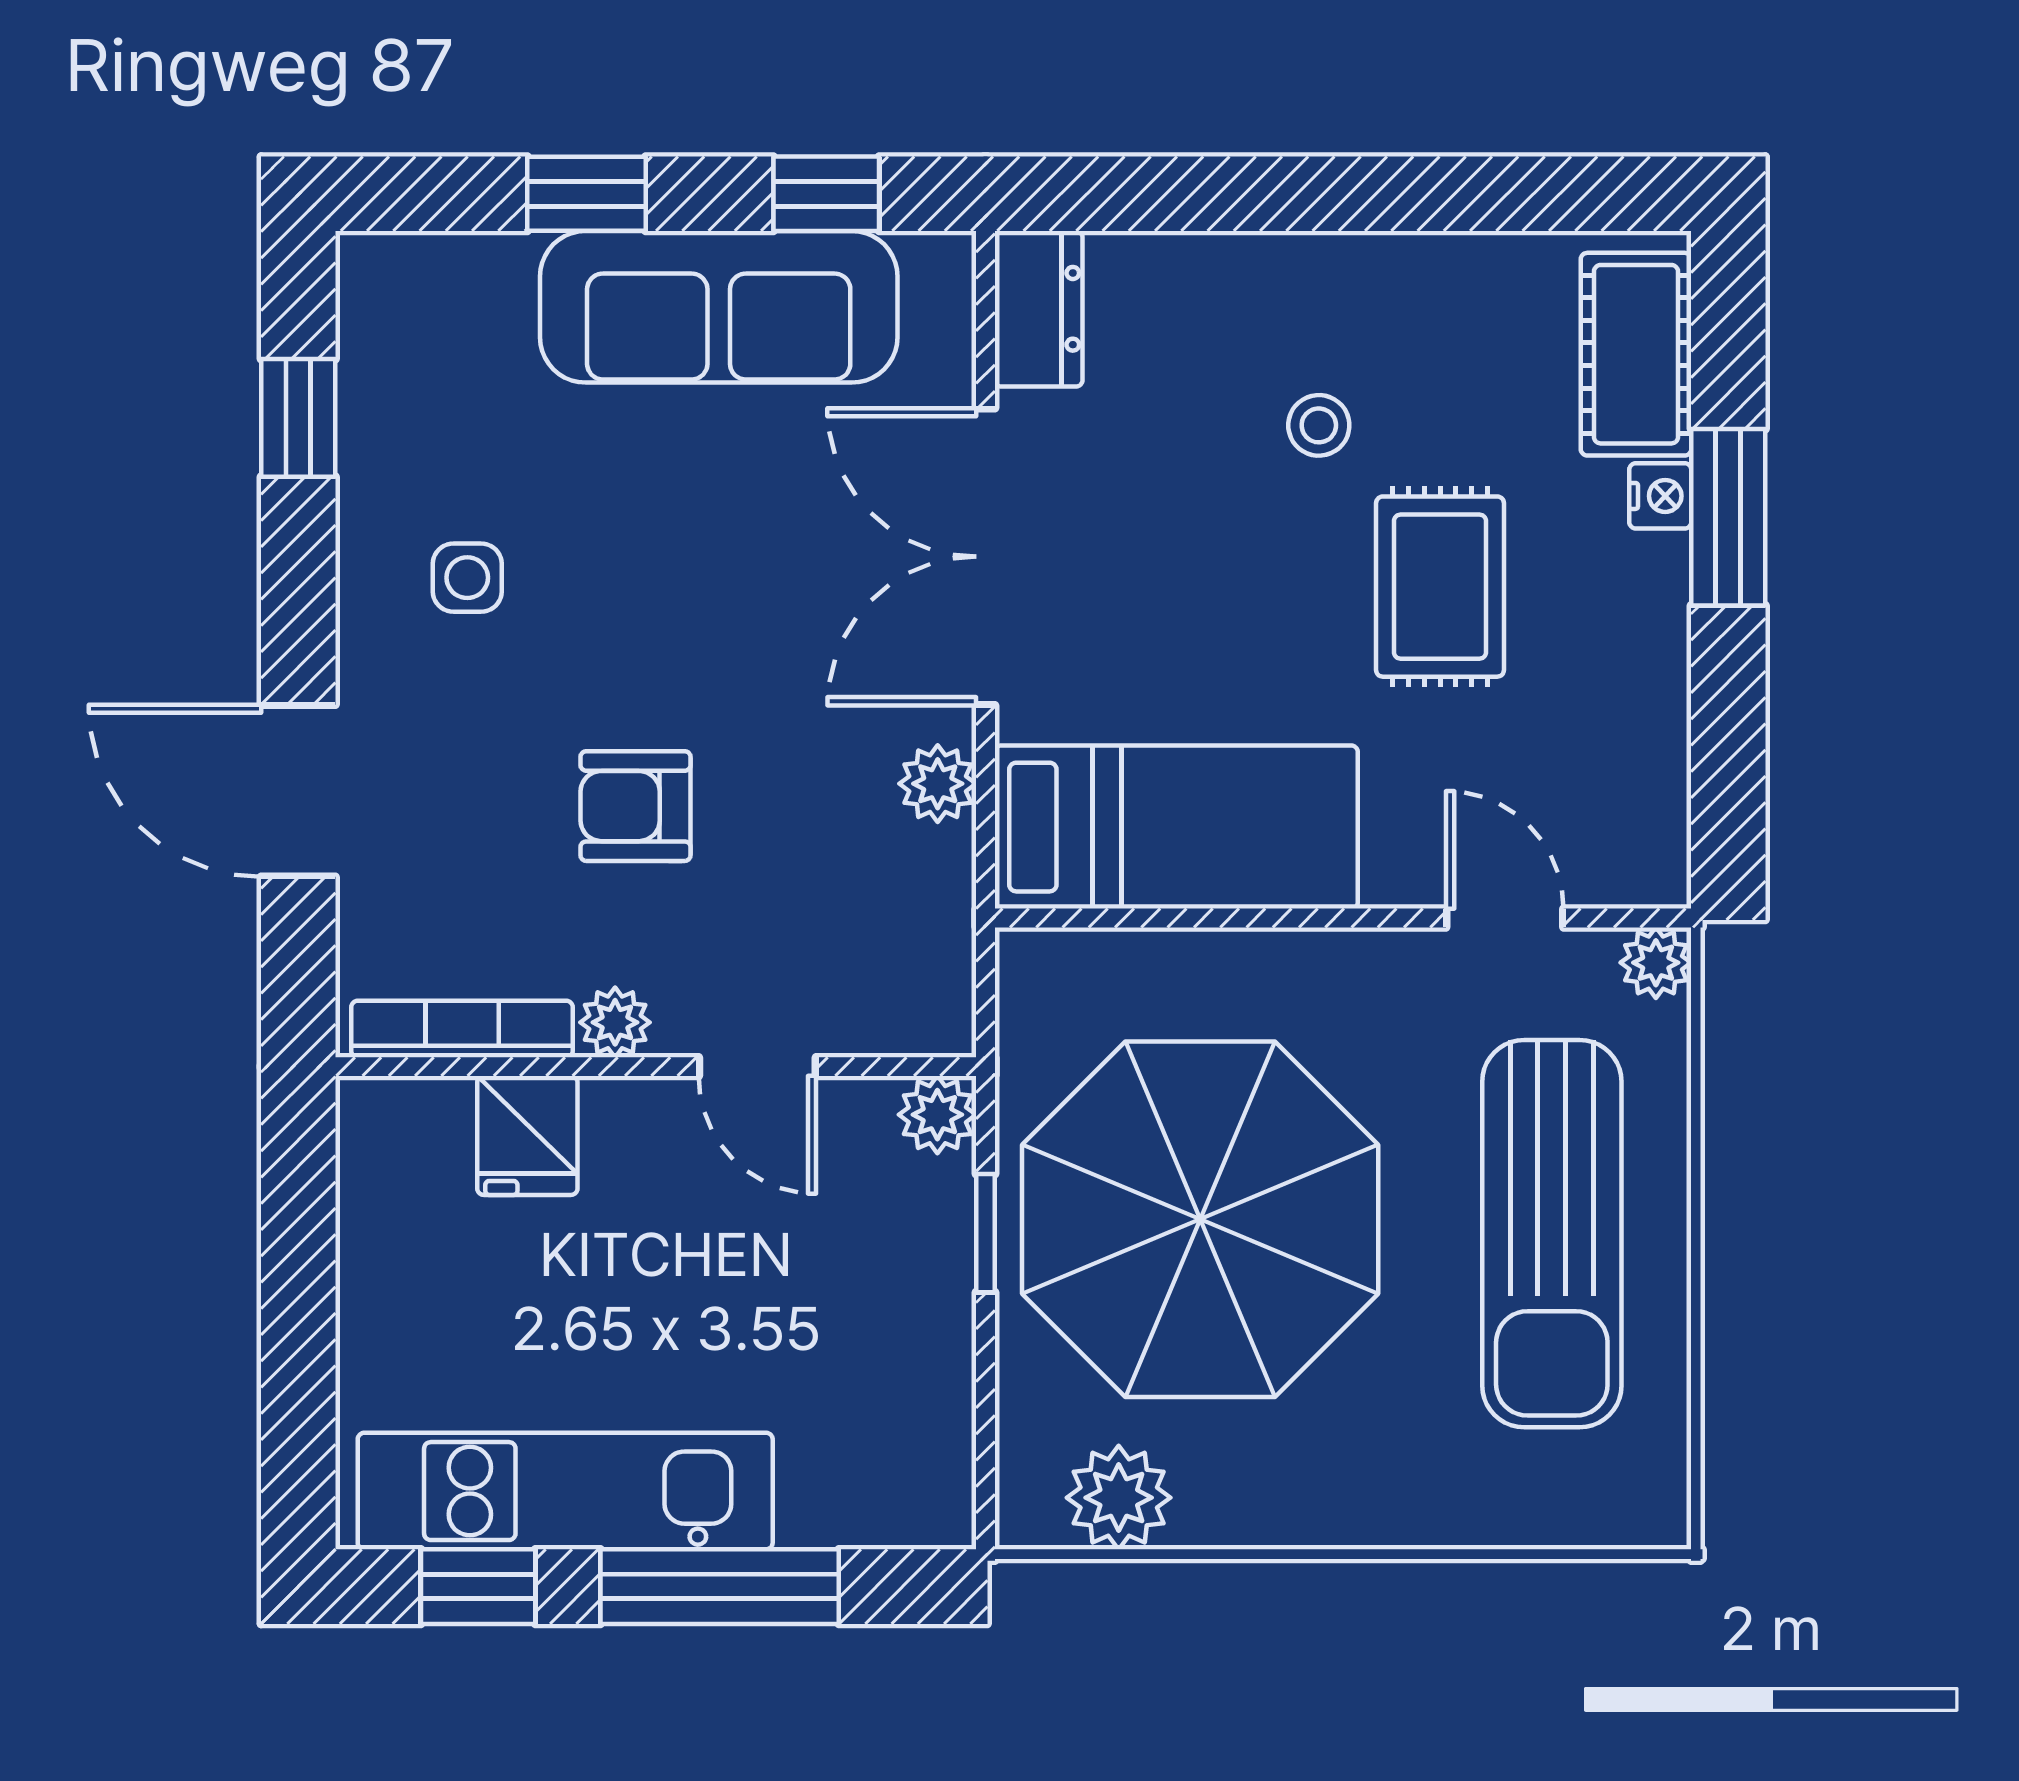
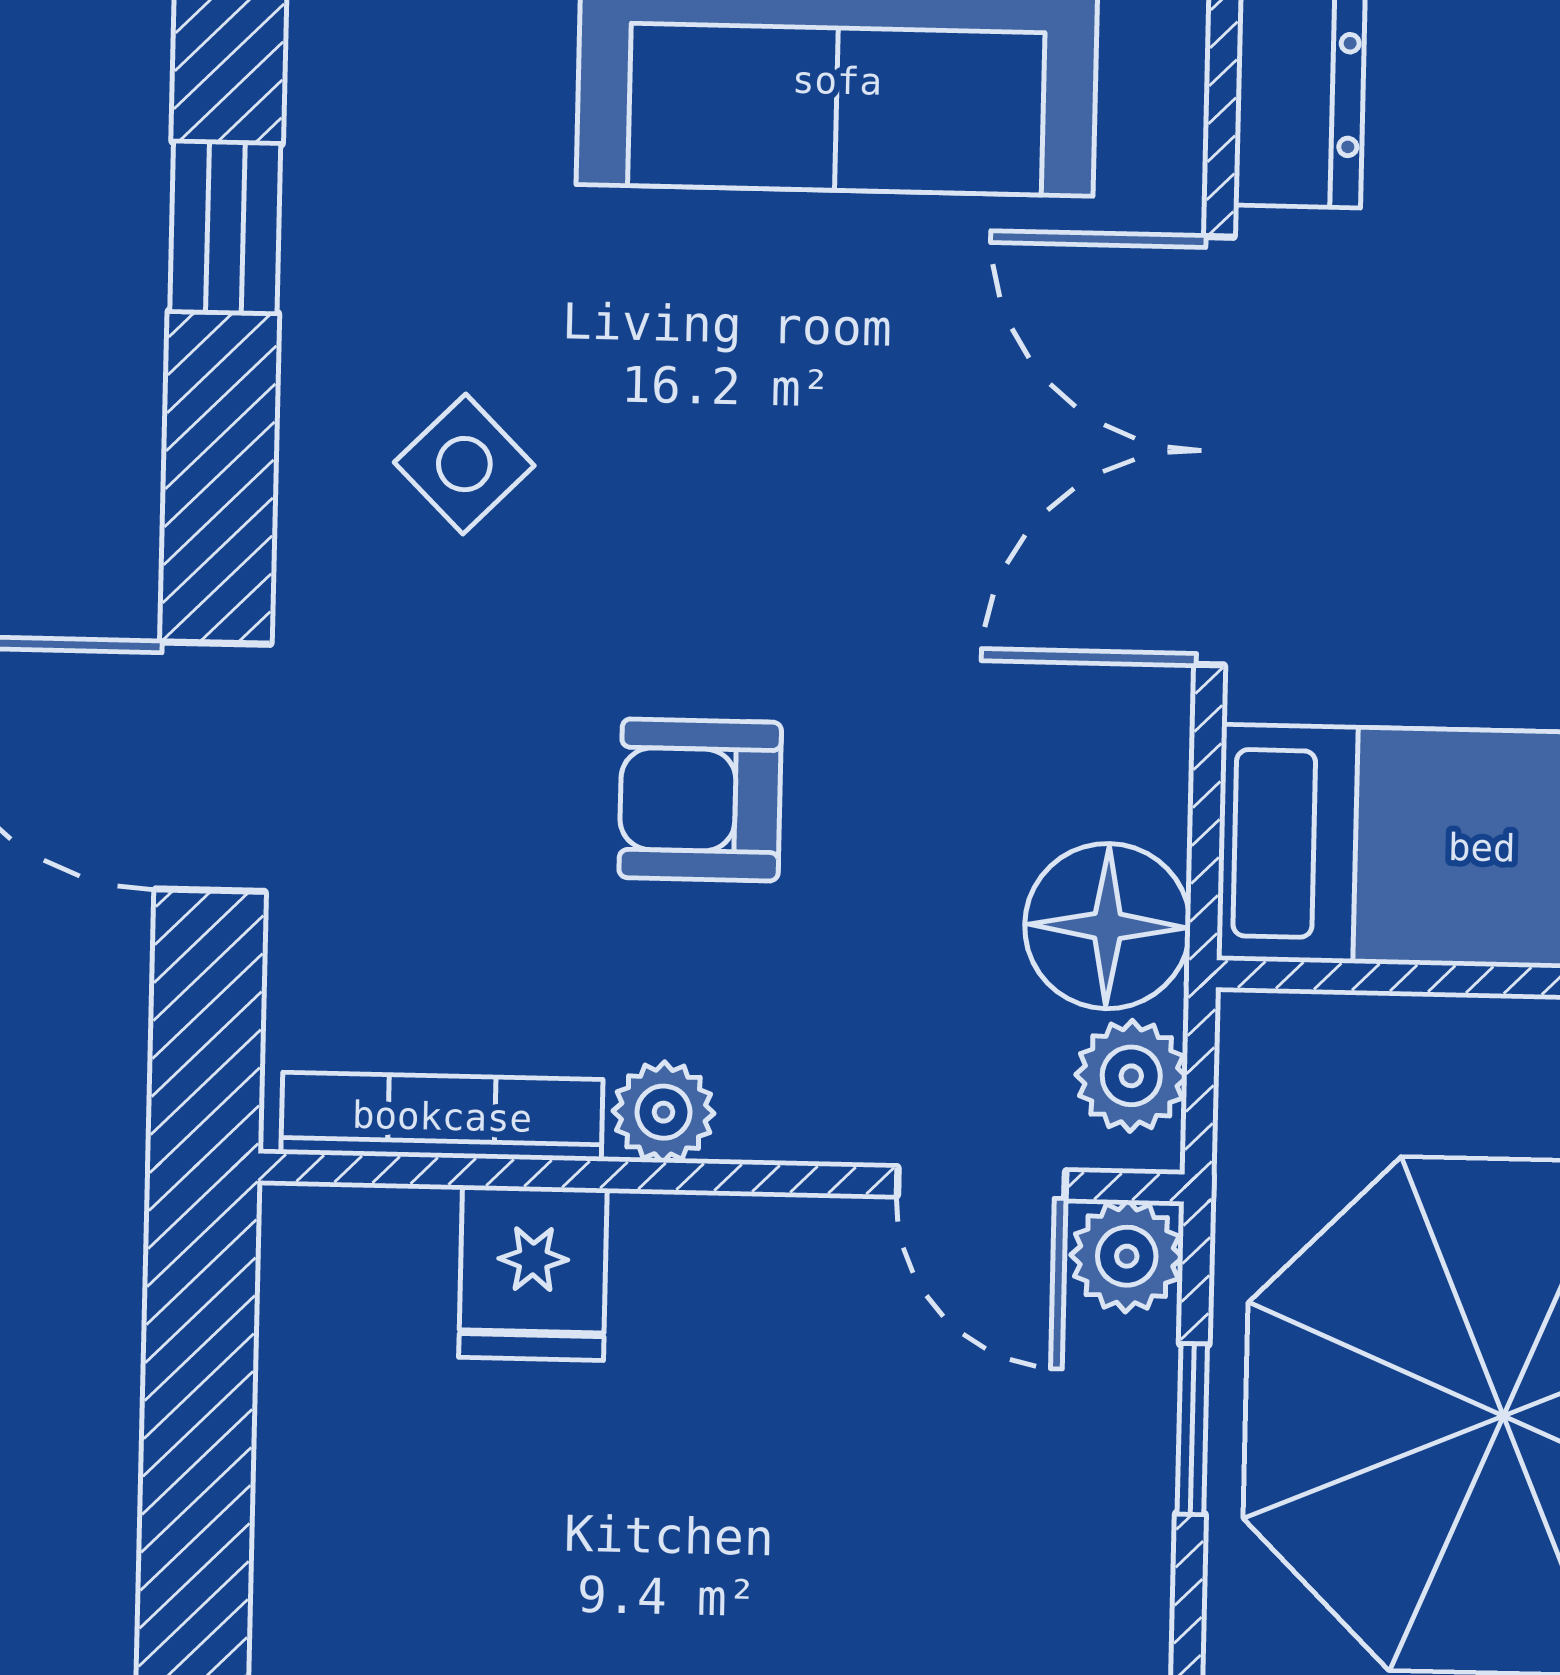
side table: (467, 578) -> (464, 464), turned 45
plant: (938, 784) -> (1131, 1076), moved
floor lamp: (919, 887) -> (1108, 926), added
door: (757, 1067) -> (981, 1183), moved

